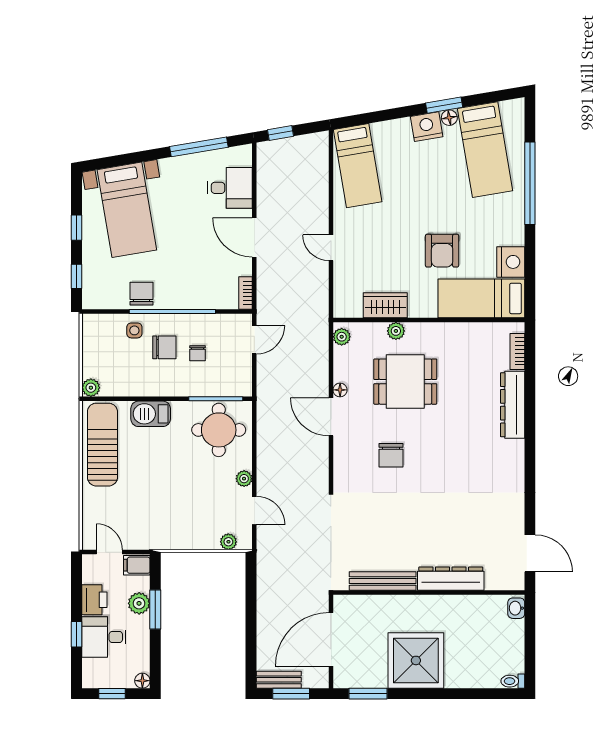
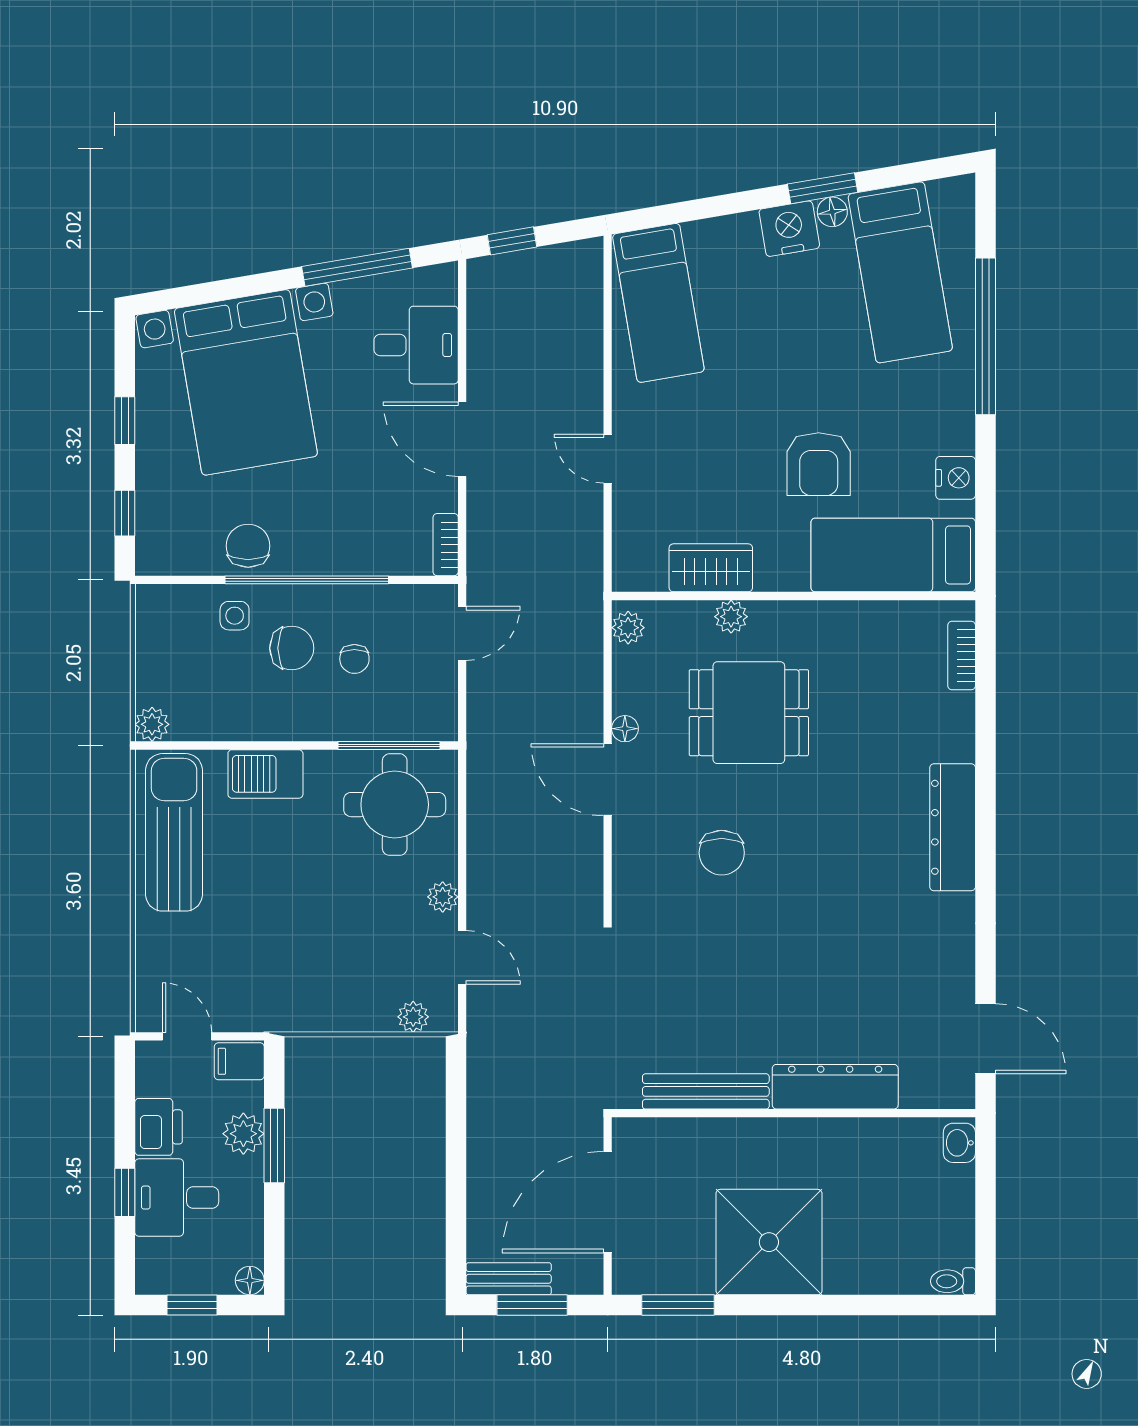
bed with nightstands: (127, 210) -> (246, 382), width x1.36
nightstand: (511, 262) -> (956, 478), width x0.74, depth x0.75
dresser: (513, 405) -> (953, 827), moved

